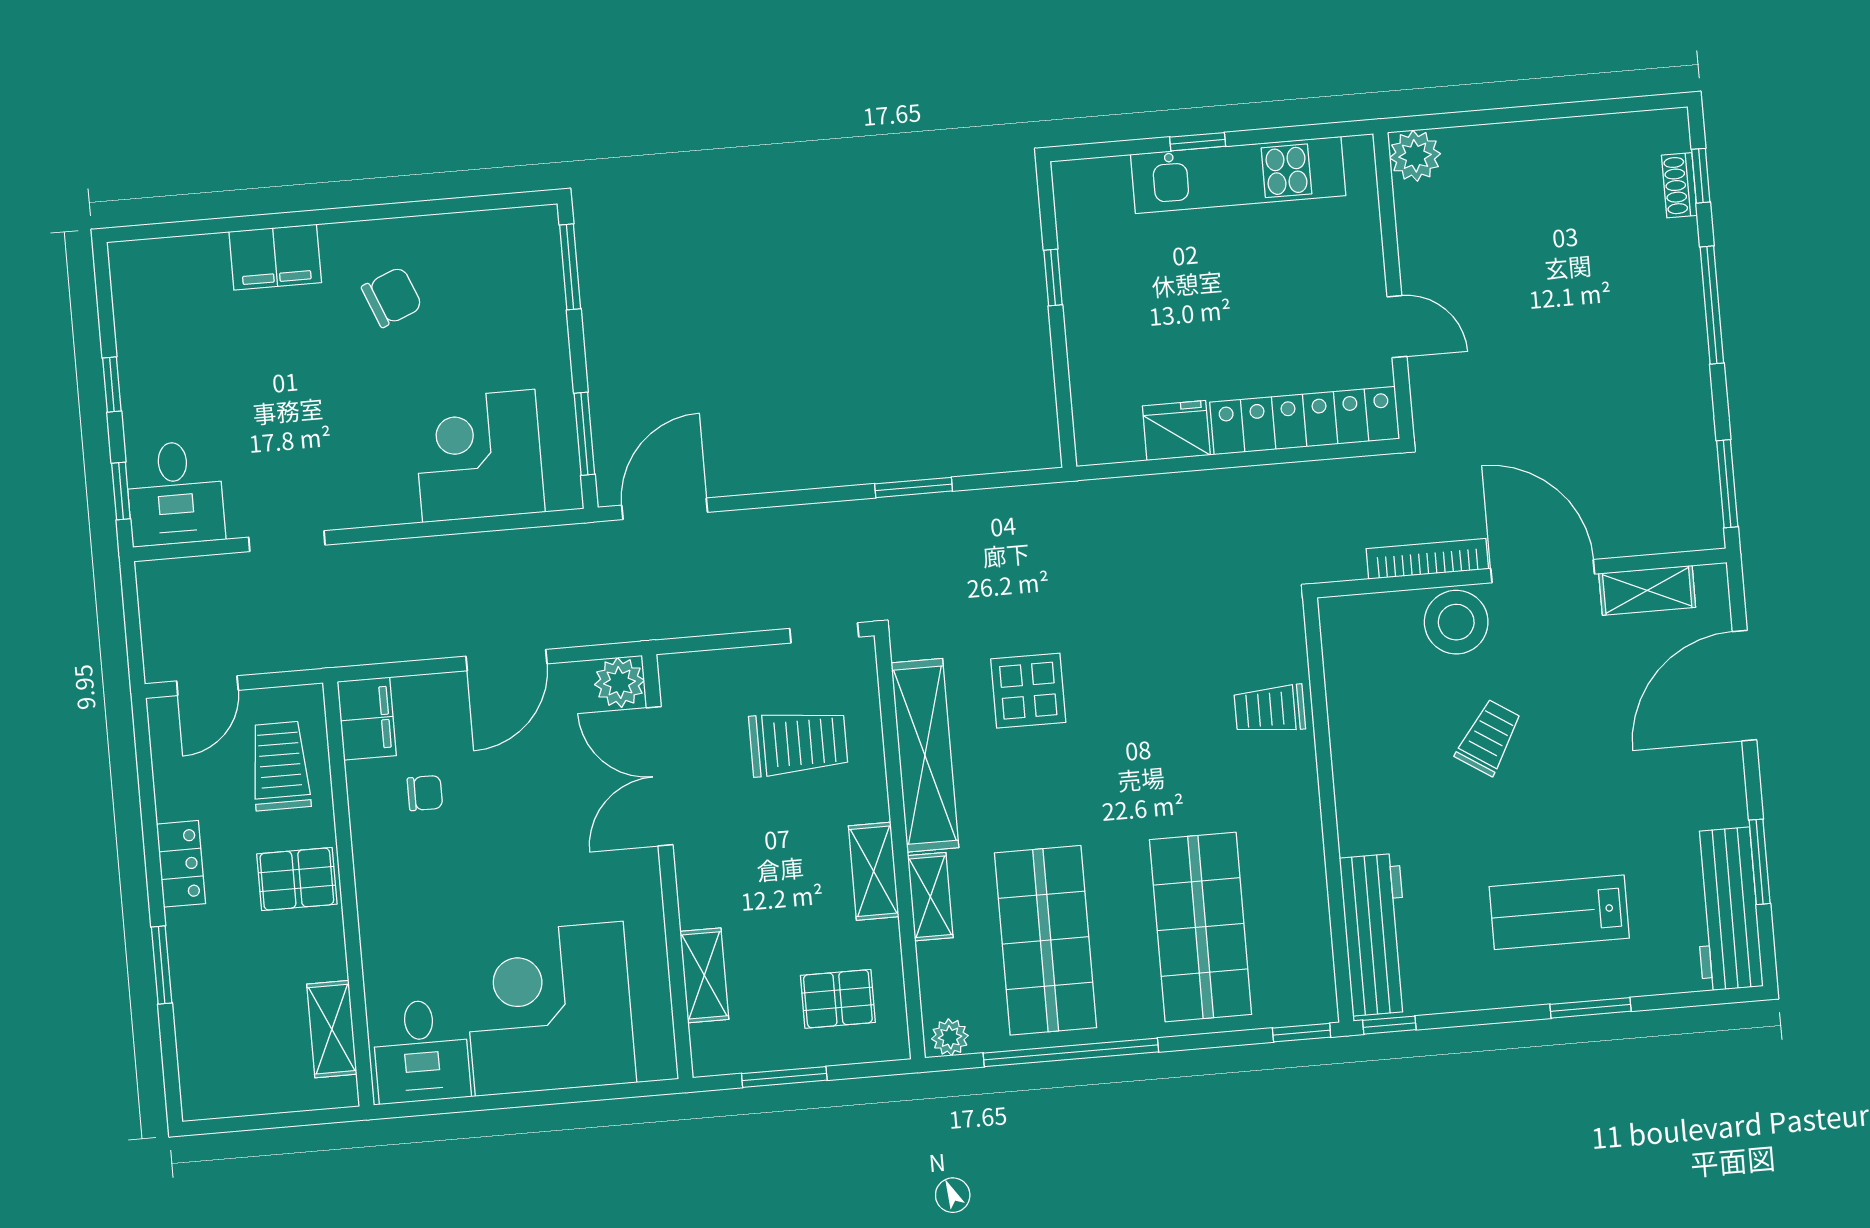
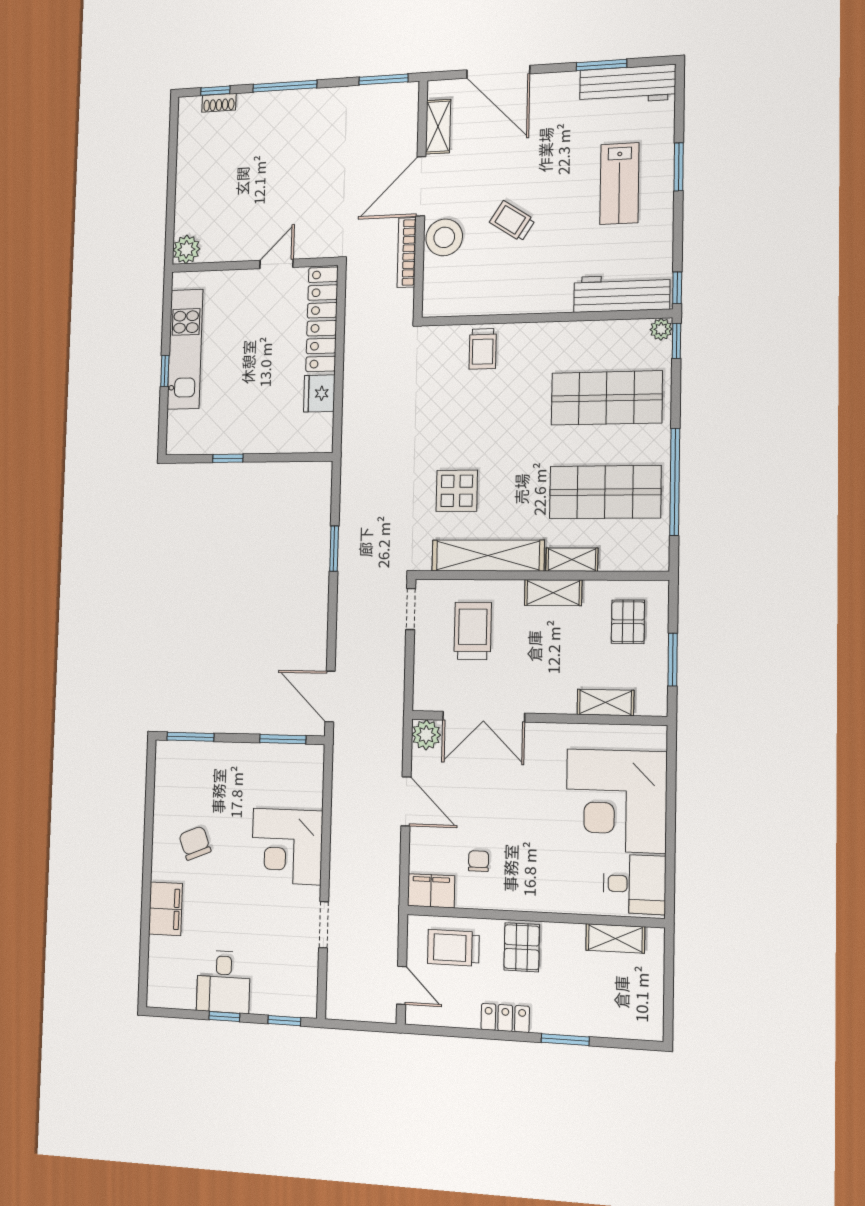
corner desk: (479, 456) -> (287, 846), moved
desk: (175, 493) -> (223, 982), moved, turned 90
plant: (950, 1037) -> (661, 329), moved

